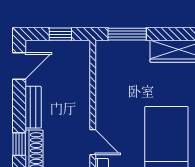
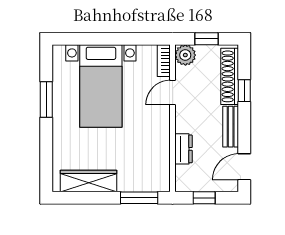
dresser: (82, 84) -> (183, 149), added
door: (93, 142) -> (173, 93), hinge flipped

